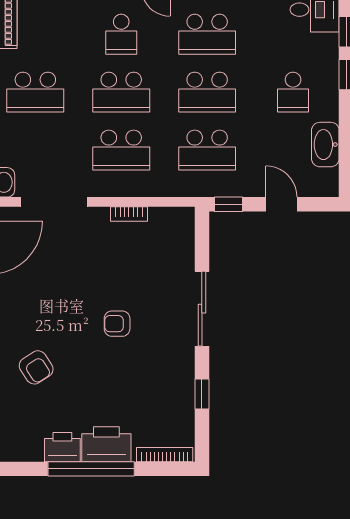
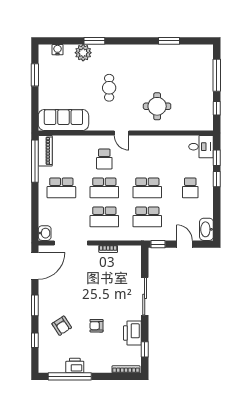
school desk: (207, 34) -> (147, 159), removed
washbasin: (325, 145) -> (206, 229), moved
armchair: (117, 324) -> (96, 326), moved
window: (202, 394) -> (145, 349), moved
printer: (106, 444) -> (132, 333), moved, turned -90
window: (91, 469) -> (70, 376), moved

